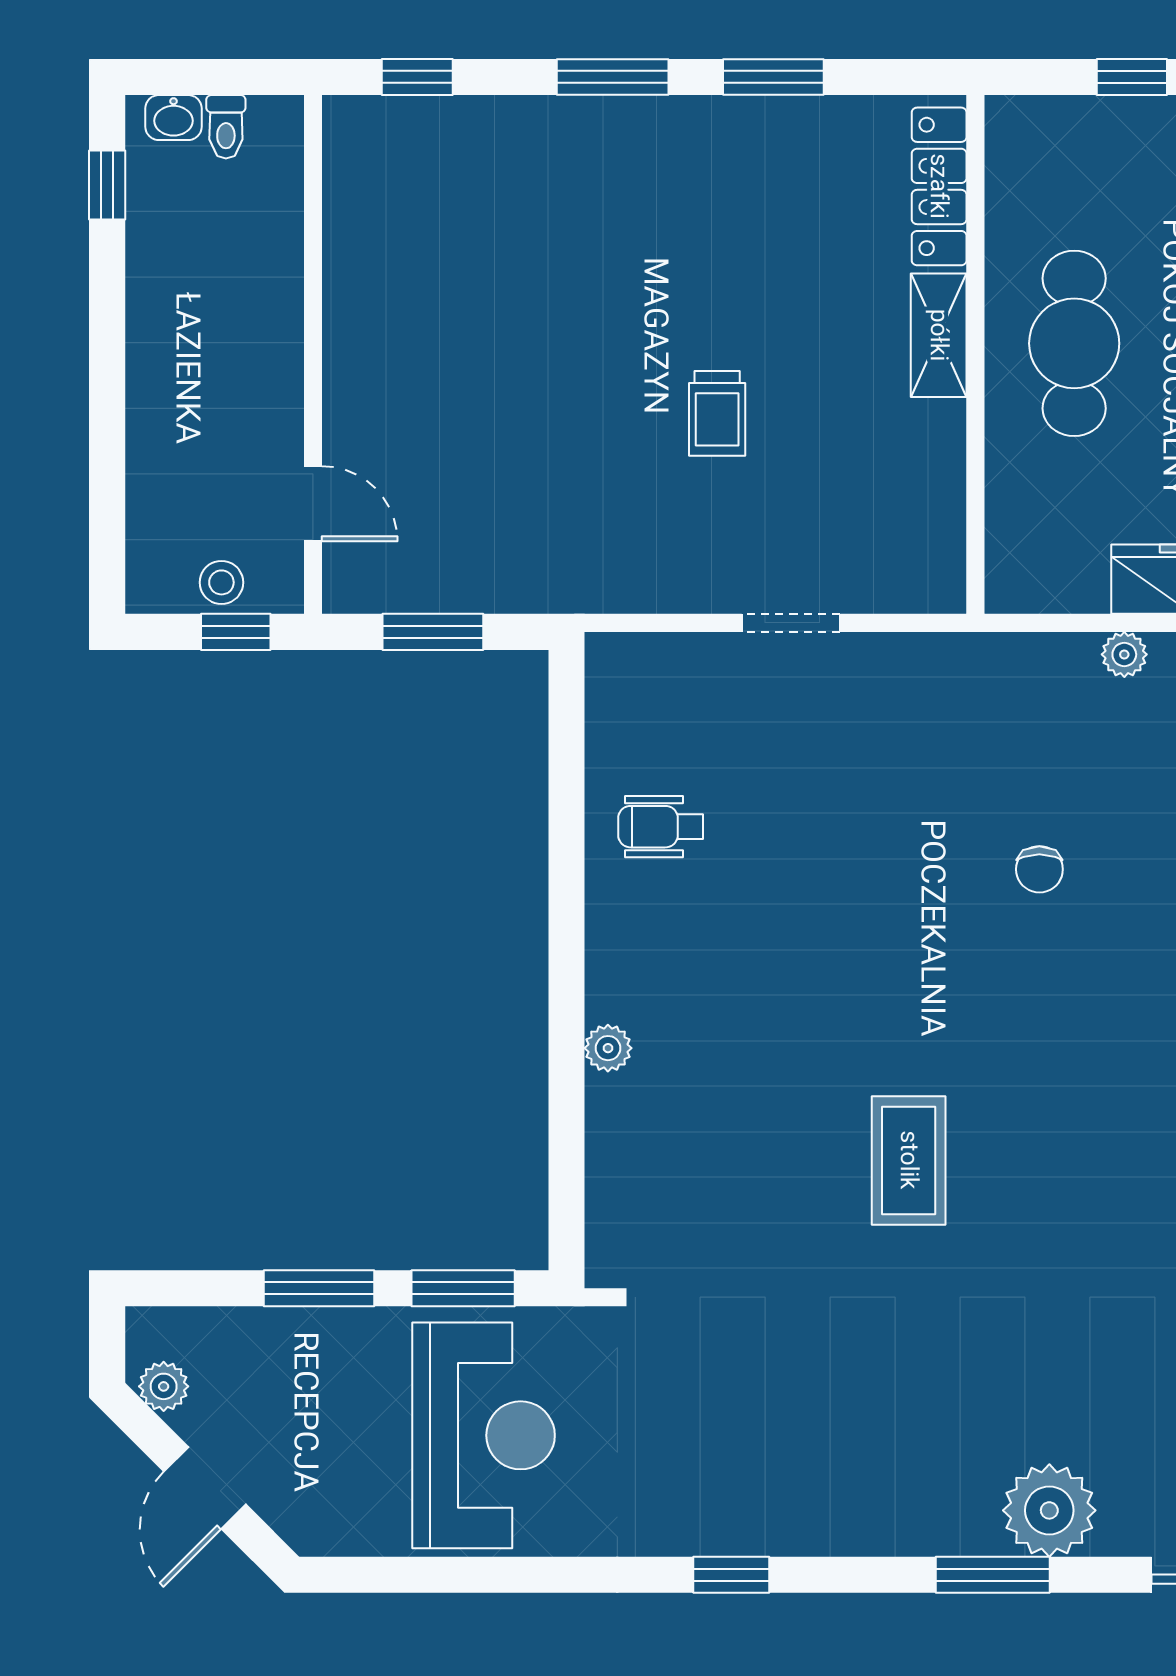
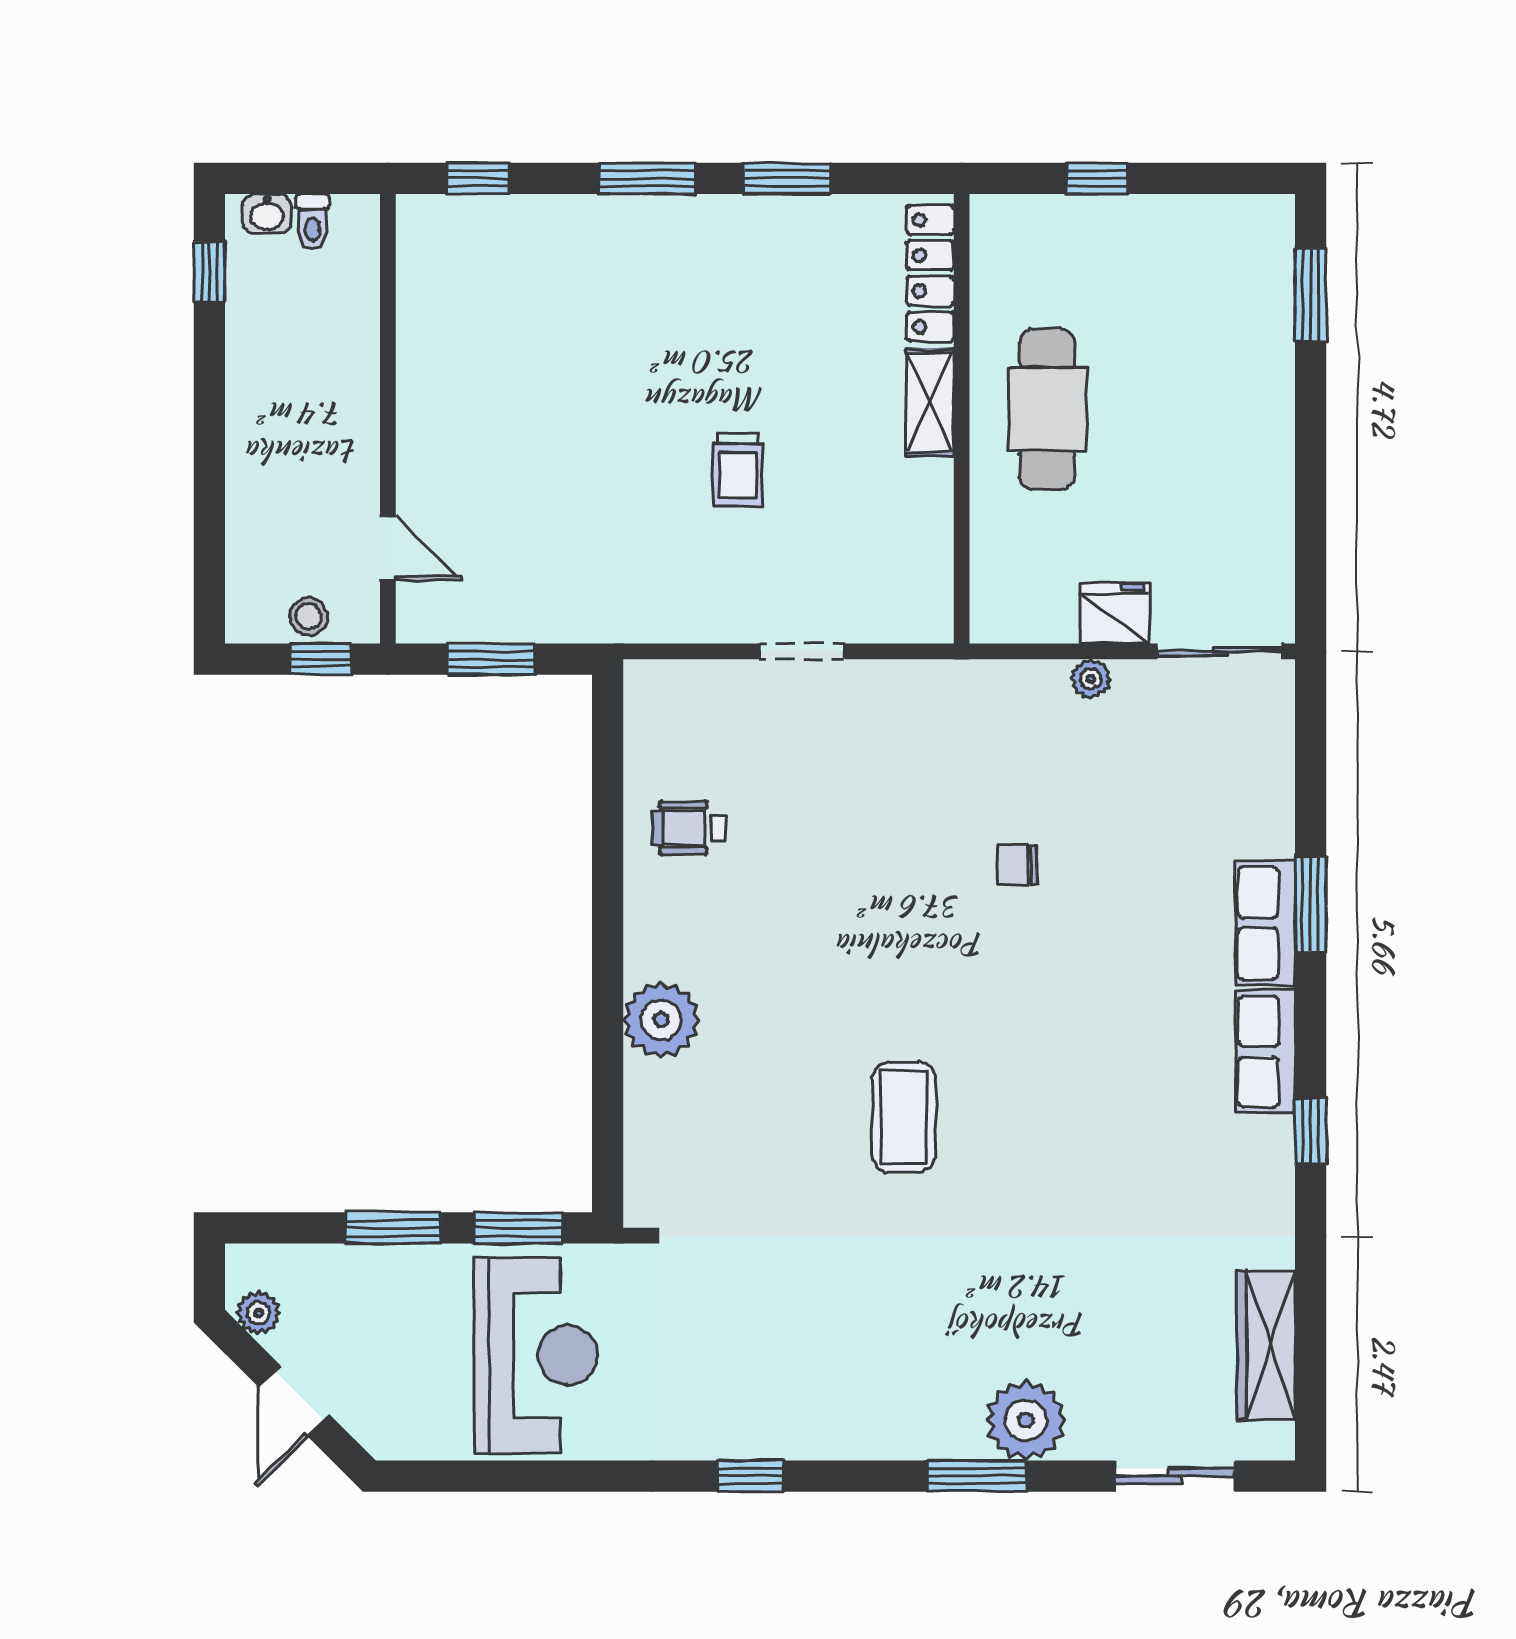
chair: (1039, 869) -> (1017, 865), turned 90
plant: (608, 1048) -> (661, 1020), width x1.87, depth x1.87

